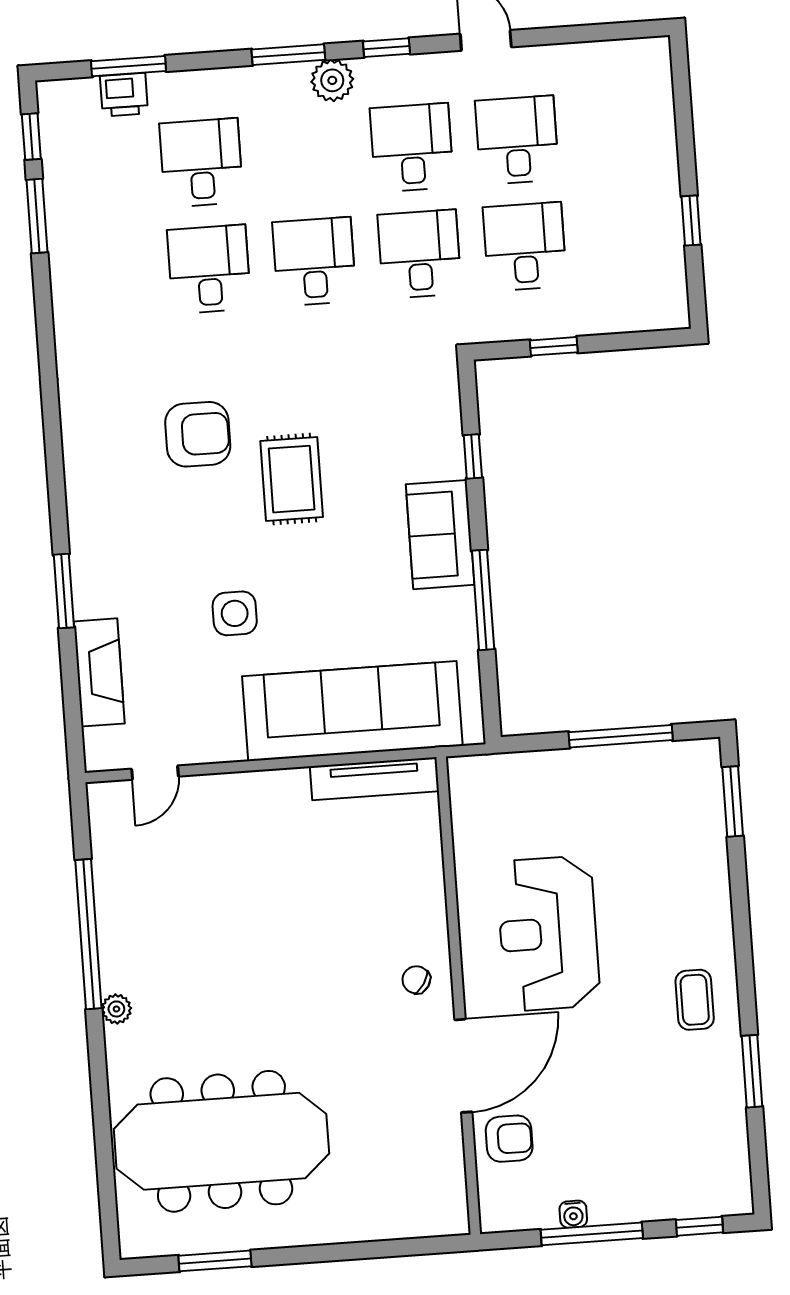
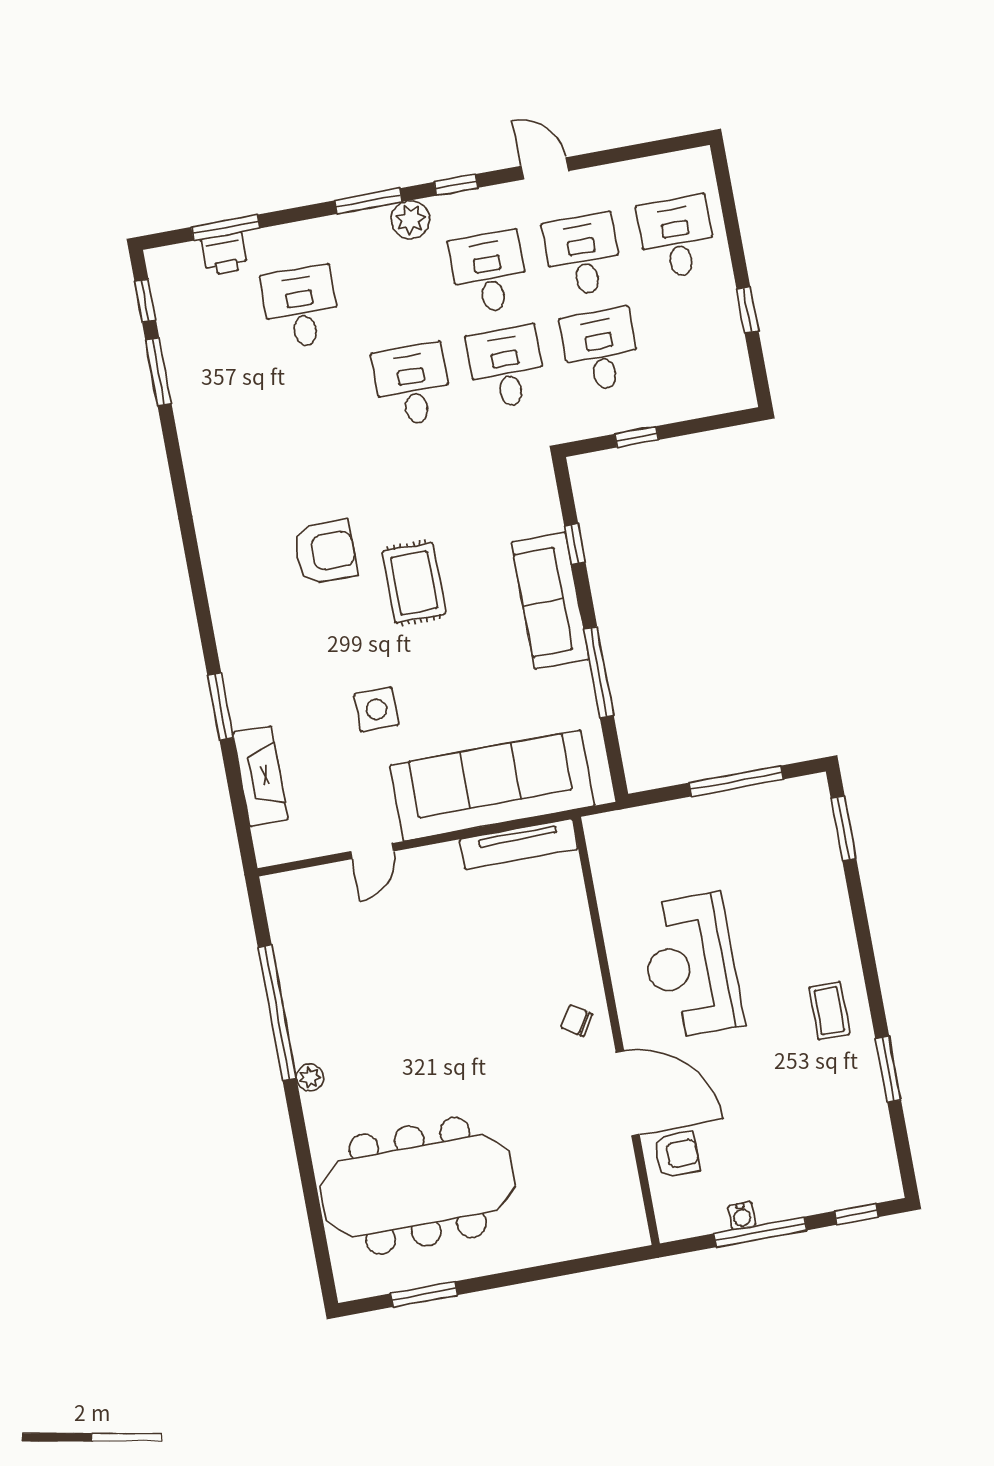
desk: (209, 269) -> (677, 237), moved
sofa: (440, 535) -> (550, 601), width x1.36
door: (155, 773) -> (372, 851), moved
door: (463, 1066) -> (628, 1093), hinge flipped

